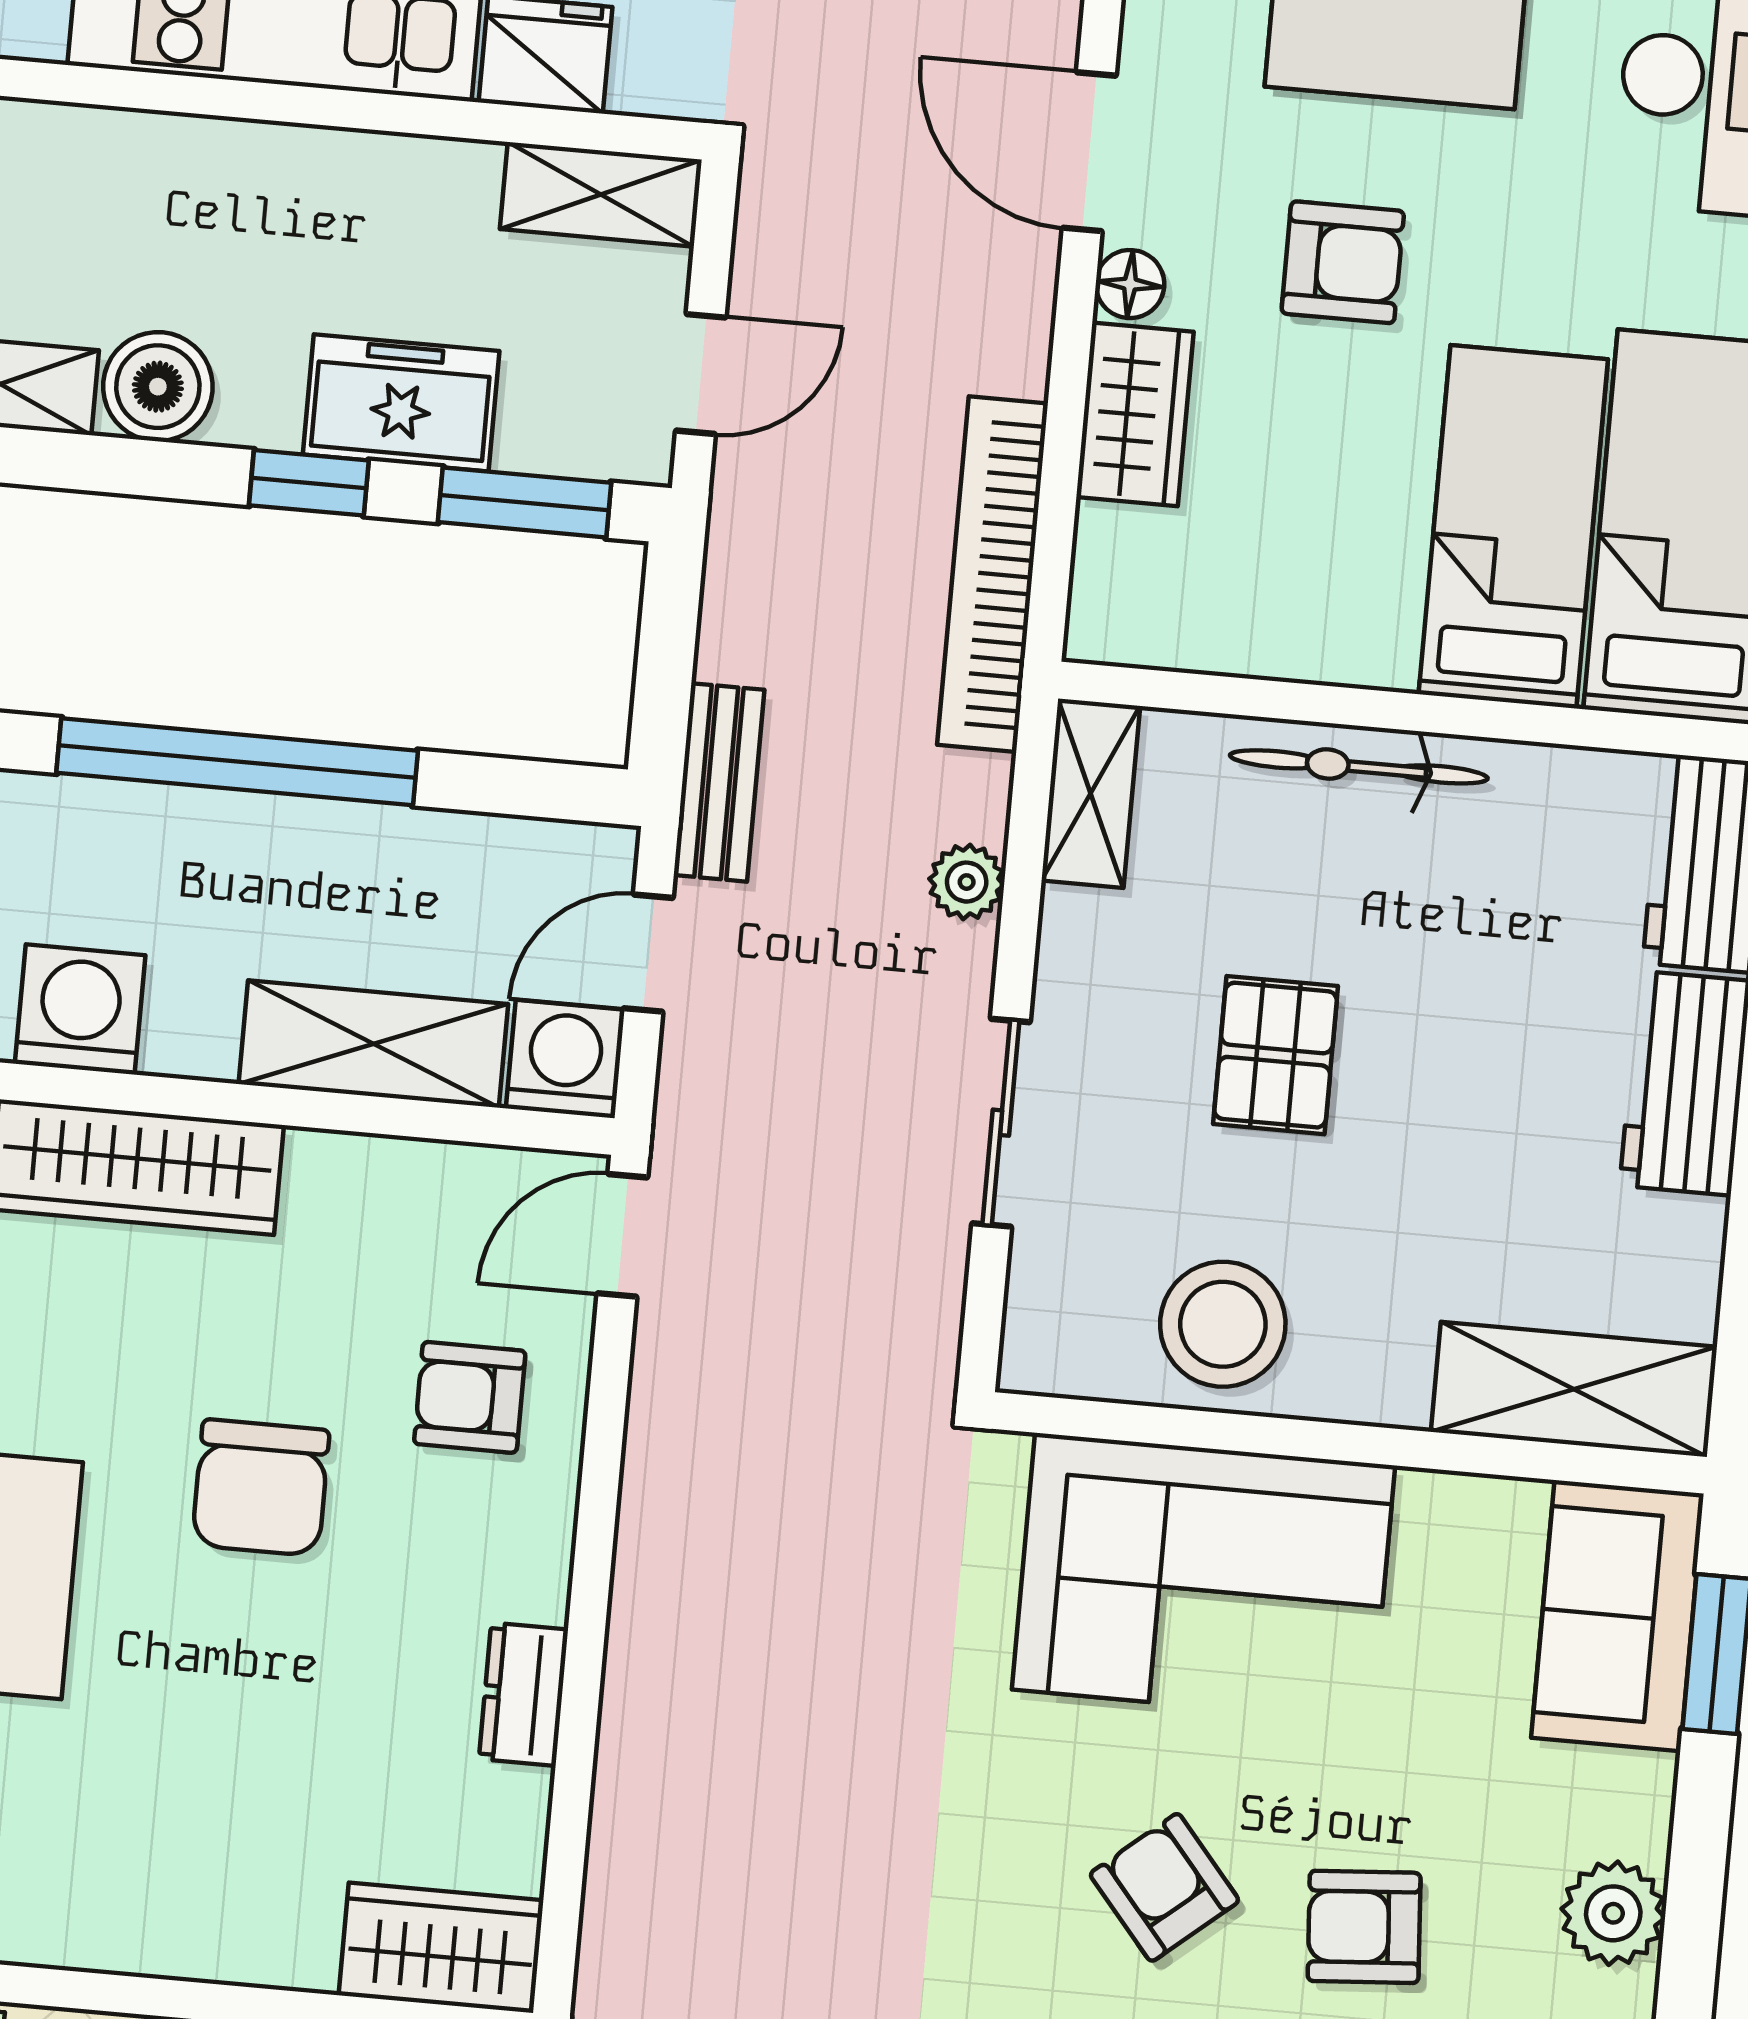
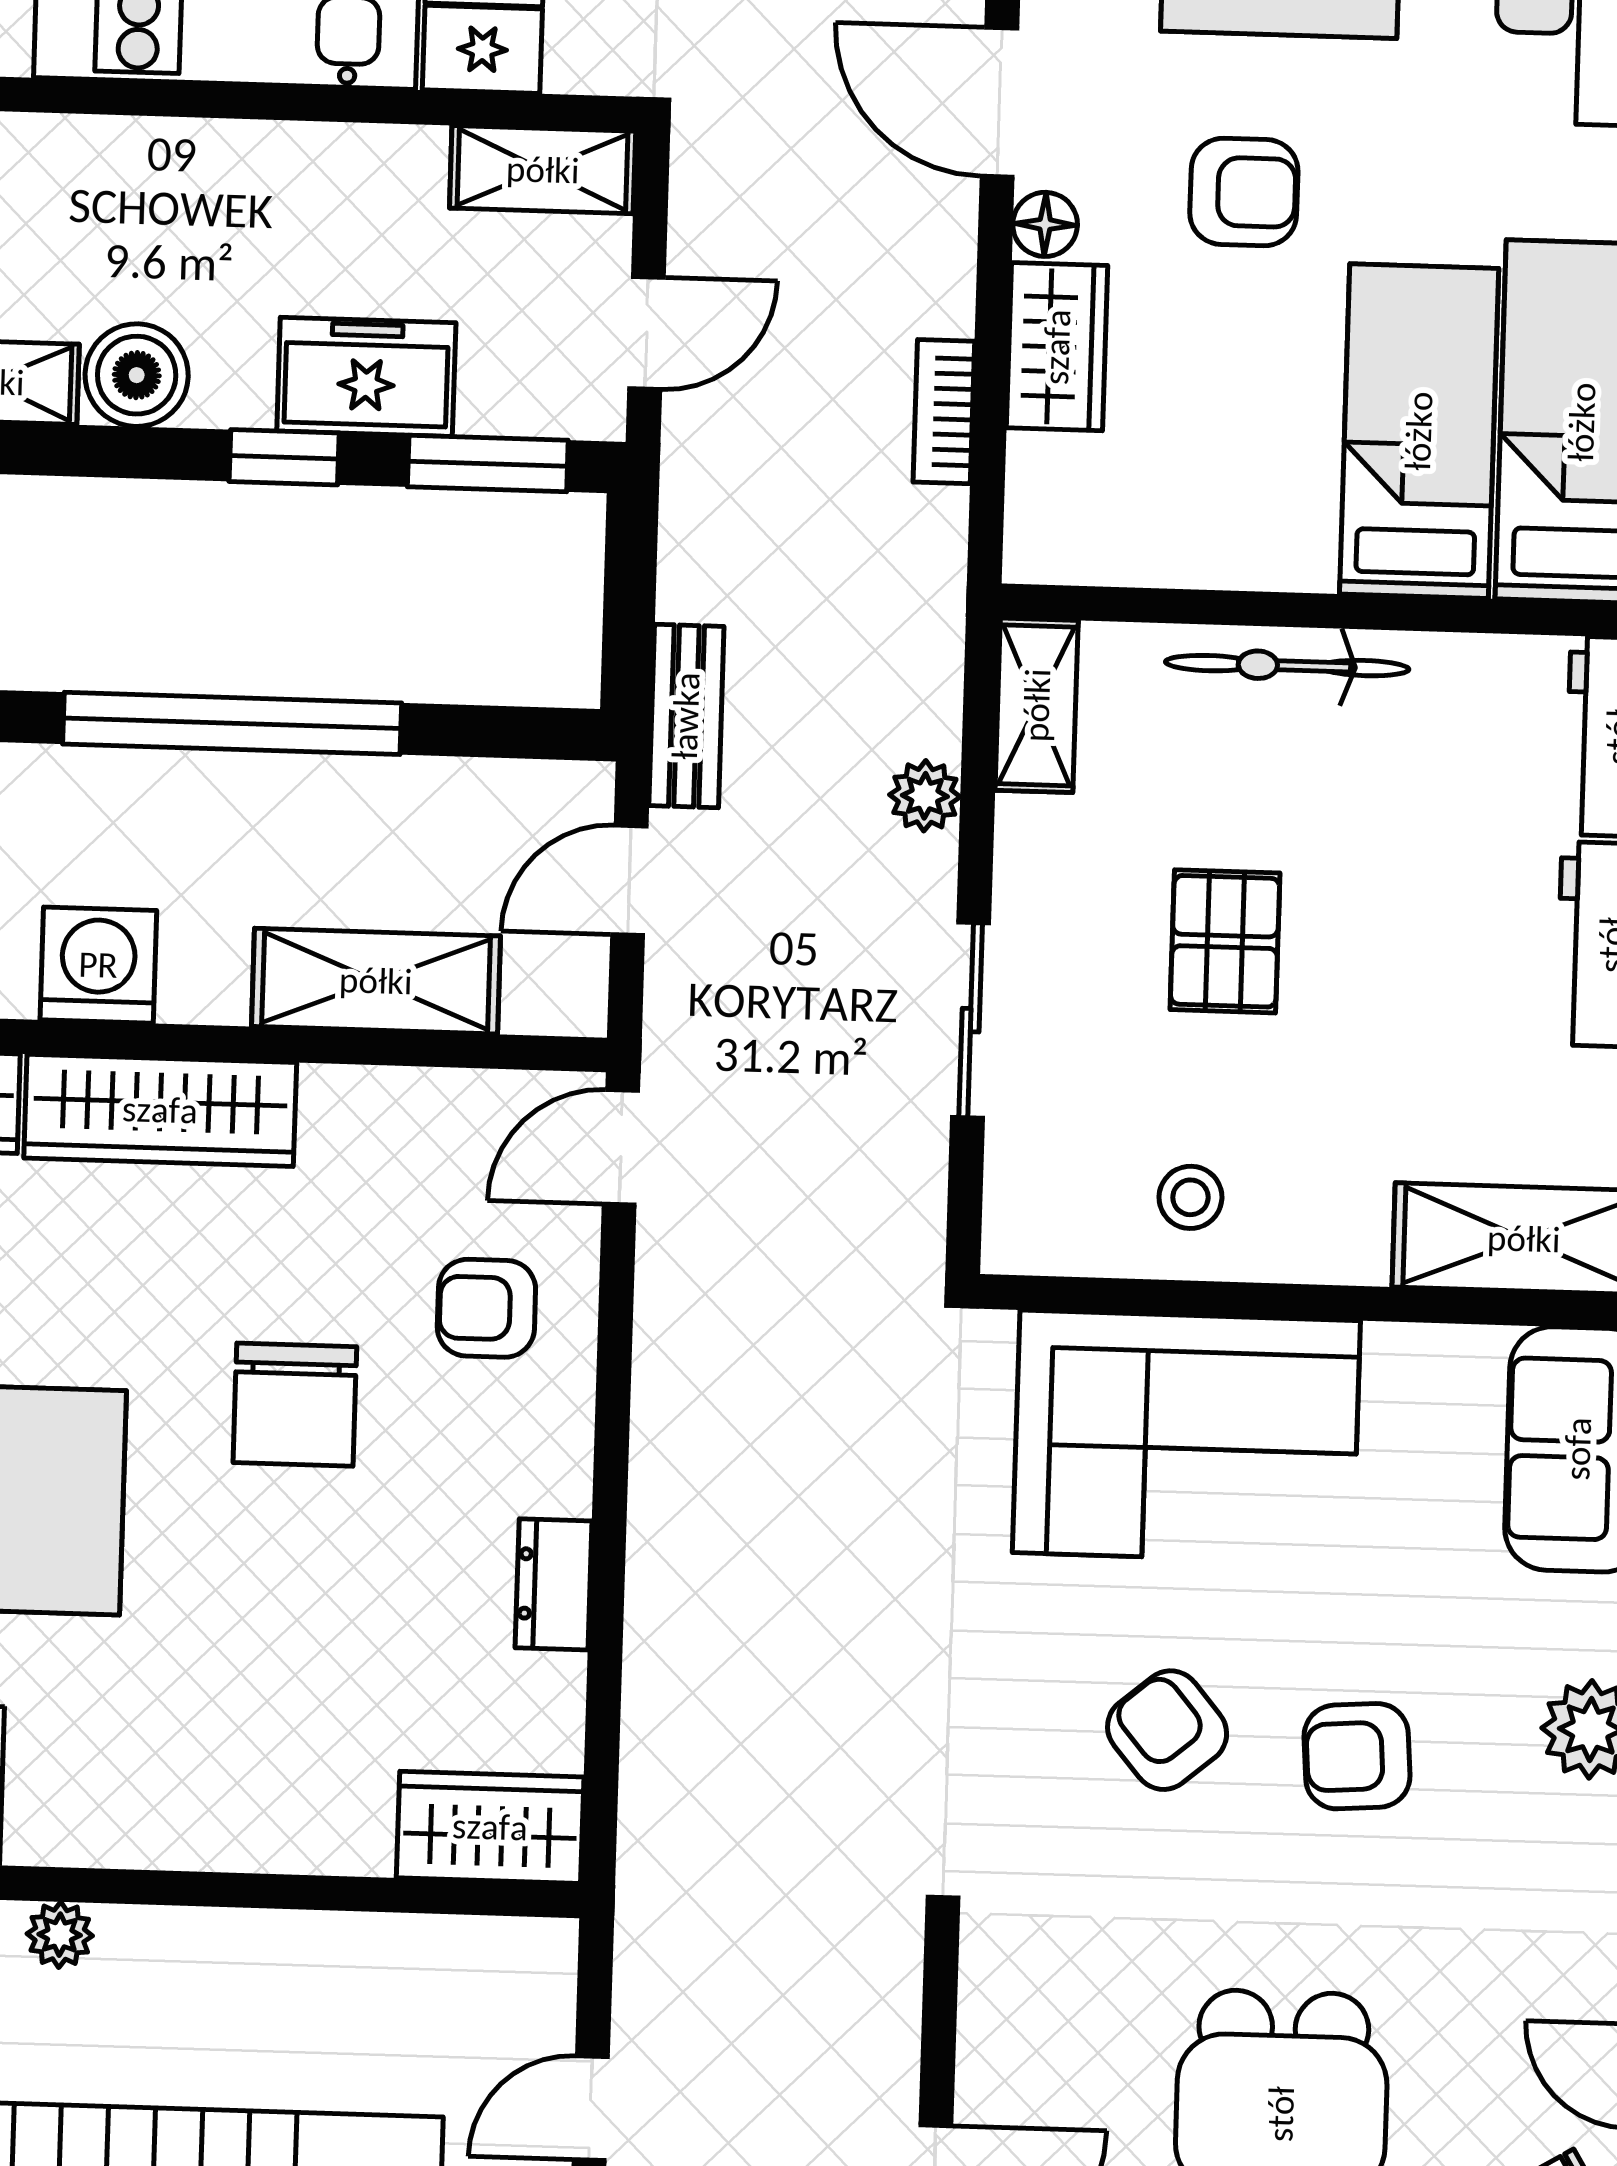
bookcase: (993, 574) -> (944, 412), width x0.43, depth x0.76
washing machine: (565, 1059) -> (557, 985), removed
stool: (1223, 1324) -> (1190, 1197), width x0.53, depth x0.53

